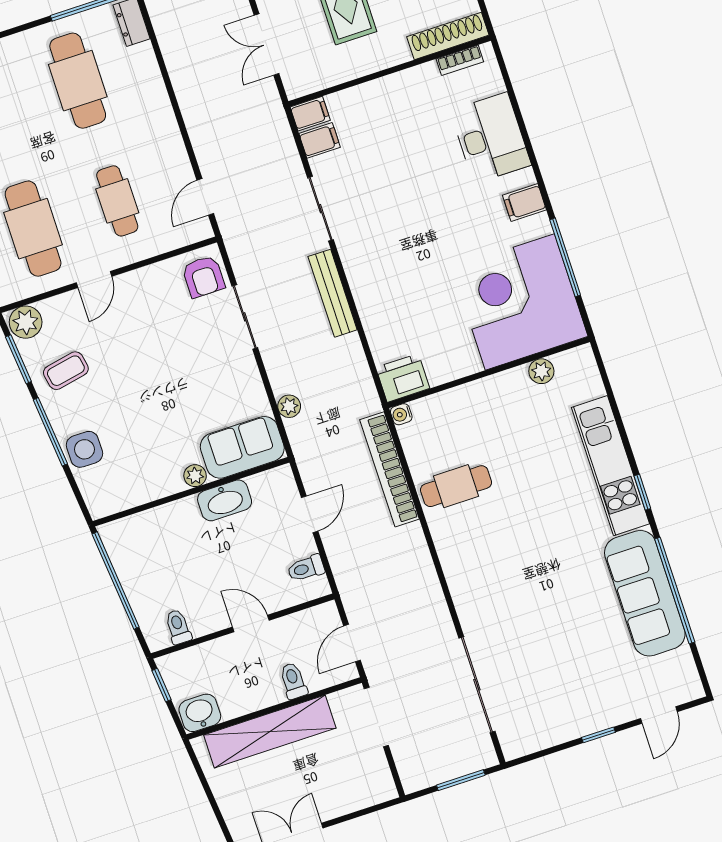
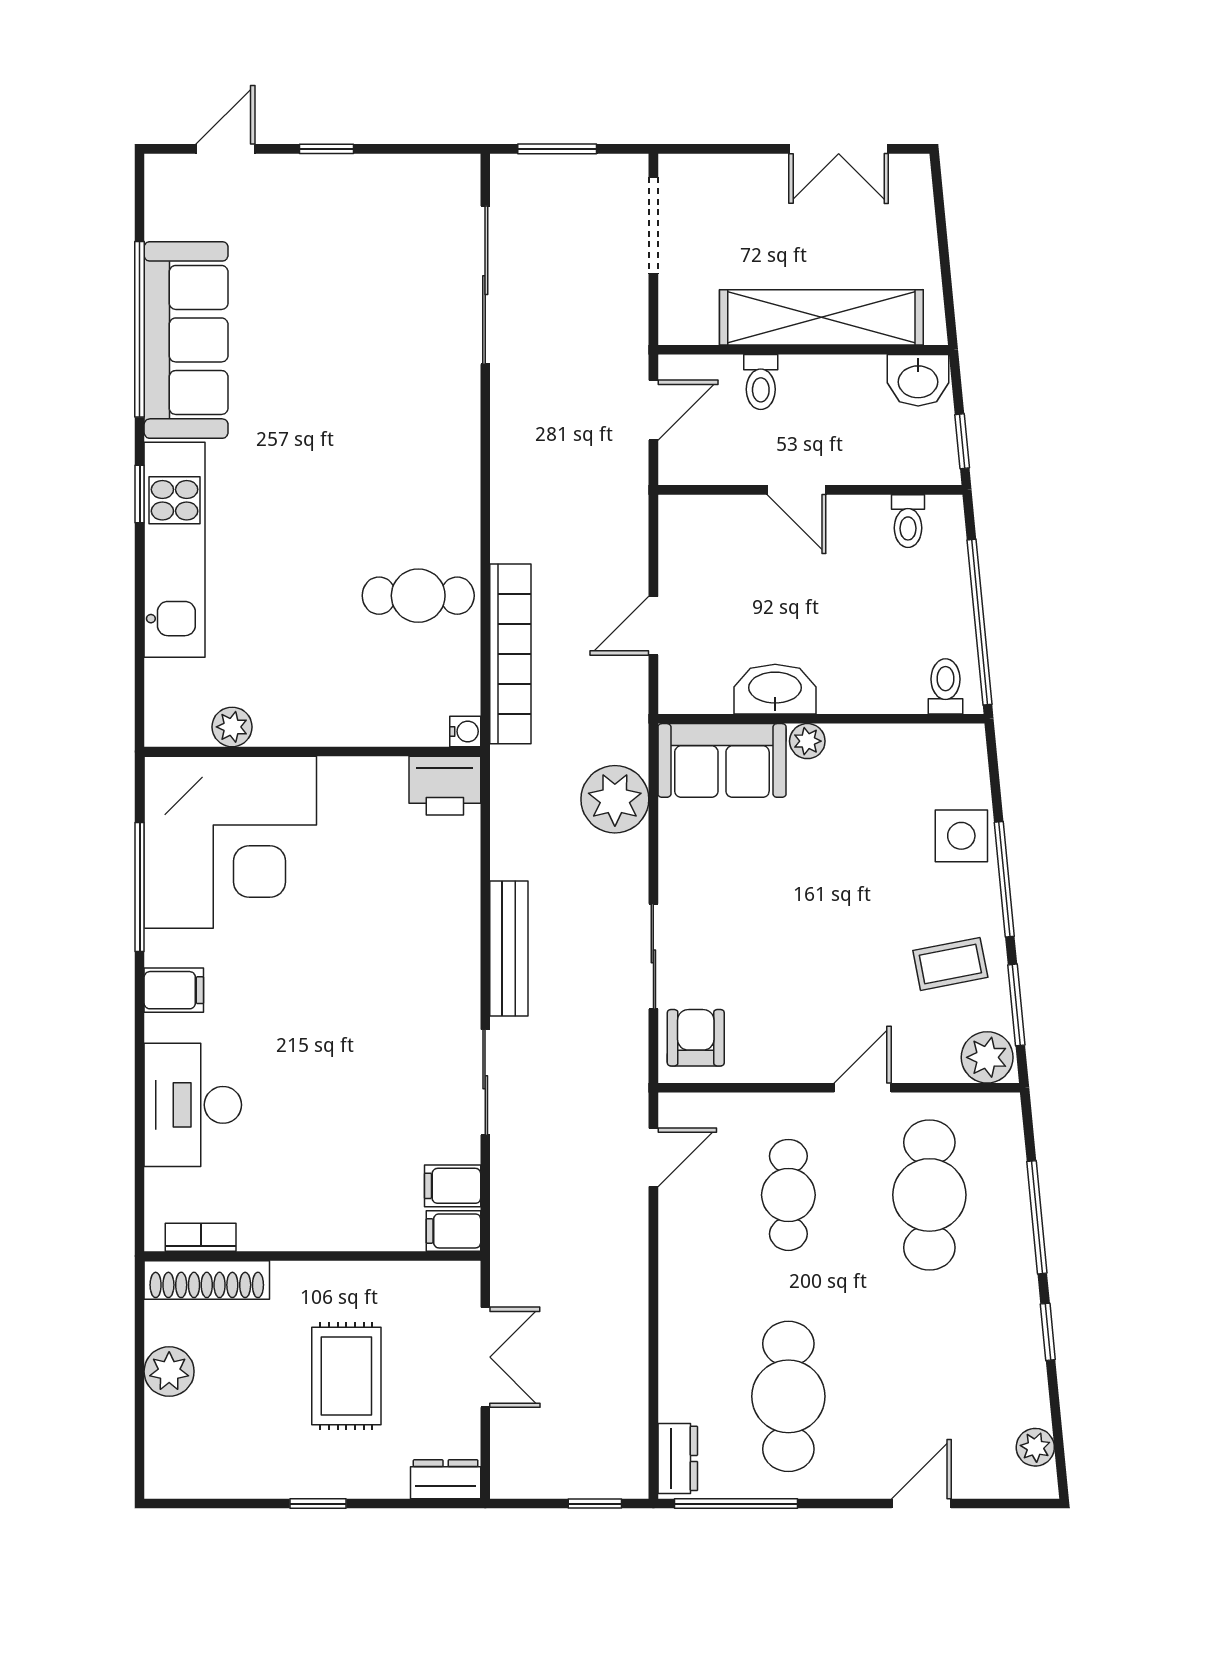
plant: (289, 406) -> (615, 799), width x1.87, depth x1.87
toilet: (306, 568) -> (945, 686), moved, turned -90
doorway: (376, 717) -> (653, 226), moved

